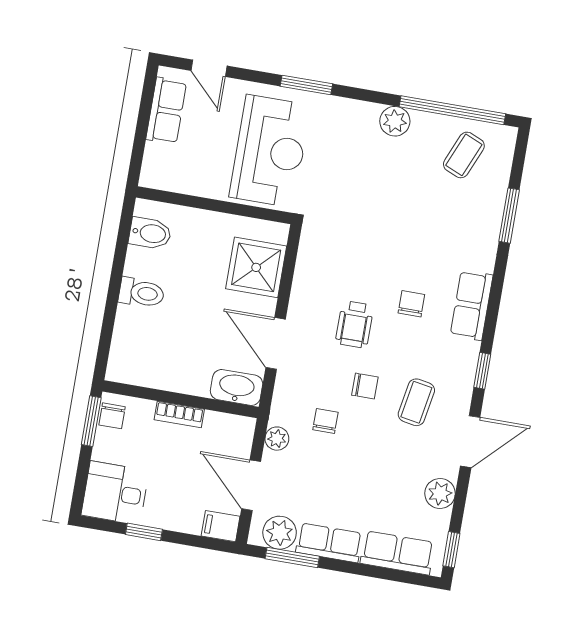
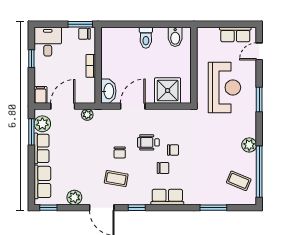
reception desk: (270, 151) -> (225, 88), turned -90
chair: (325, 421) -> (173, 150), moved

